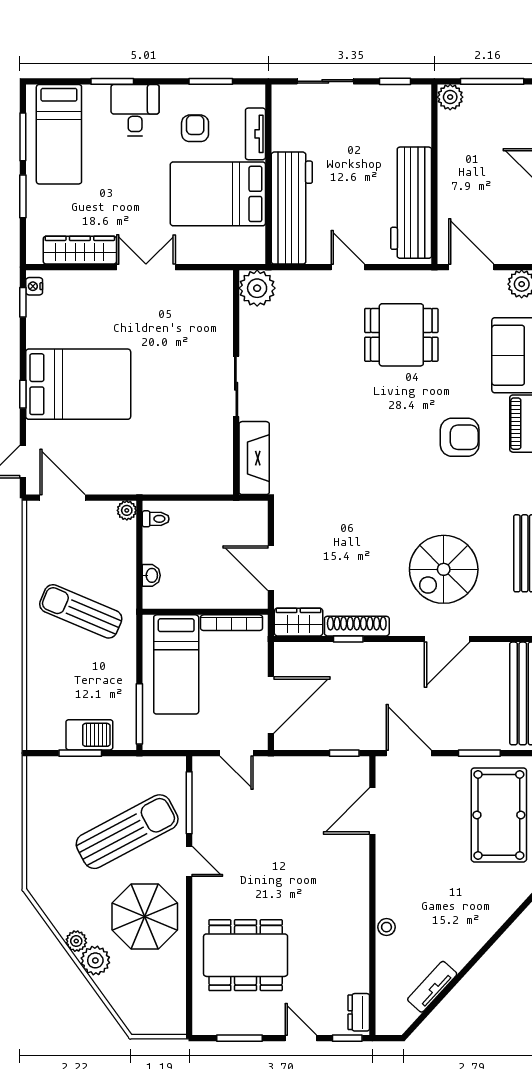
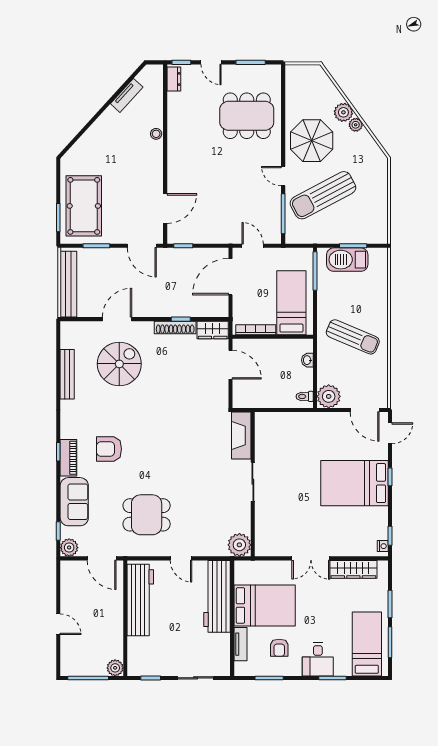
plant: (127, 510) -> (329, 396), width x1.87, depth x1.87
barbecue: (89, 735) -> (347, 260), width x1.37, depth x1.21

